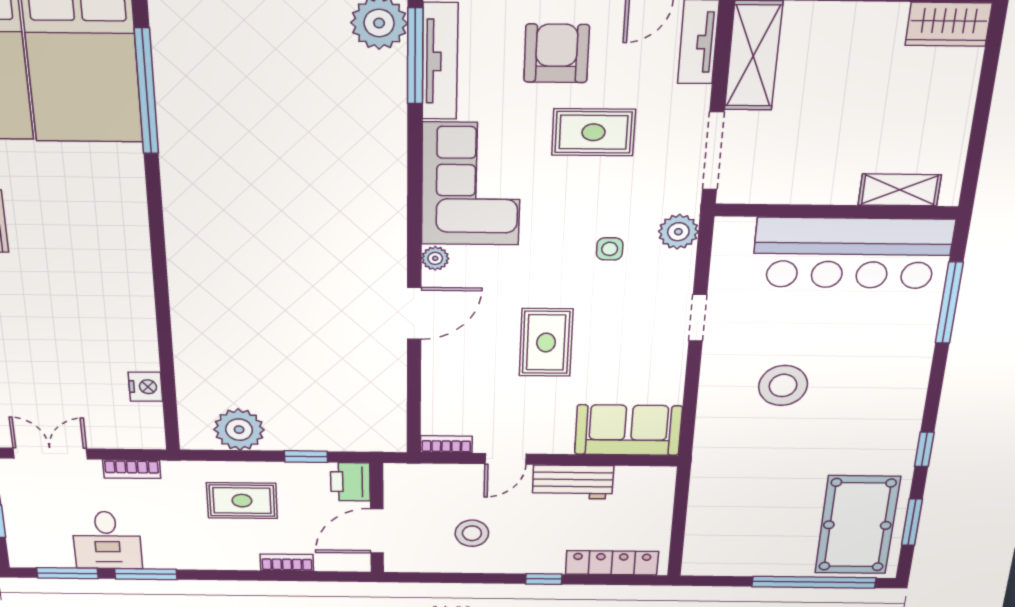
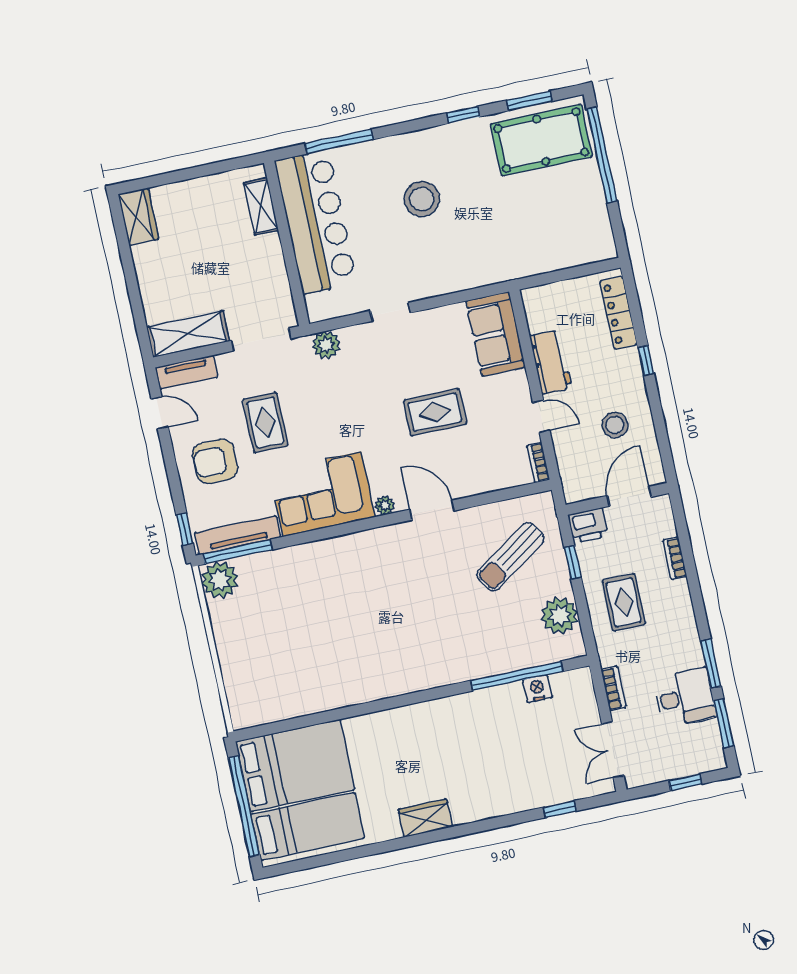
window: (146, 92) -> (517, 676), moved
side table: (610, 249) -> (350, 388), removed
stool: (783, 386) -> (422, 199), moved
sun lounger: (329, 391) -> (511, 557), added
door: (377, 531) -> (629, 496), swing flipped

